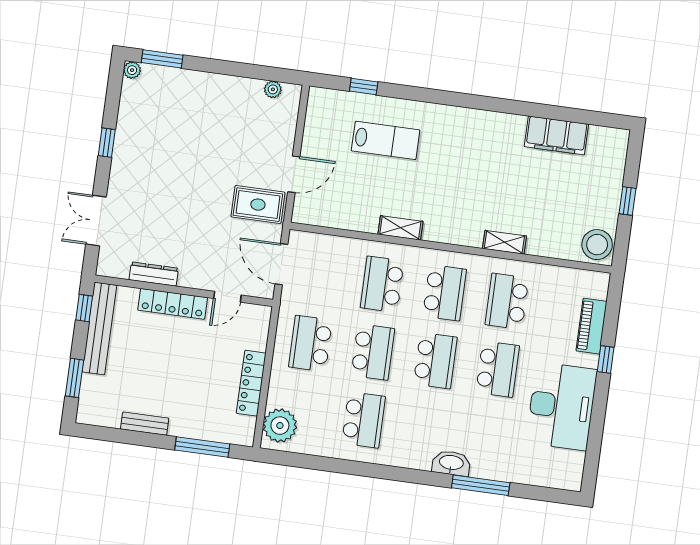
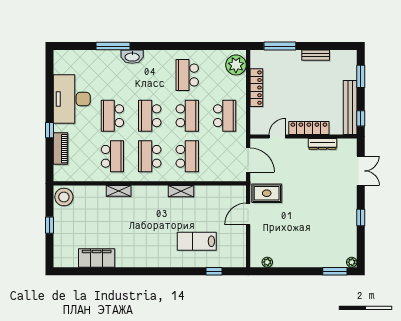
school desk: (373, 352) -> (187, 116), turned 180

